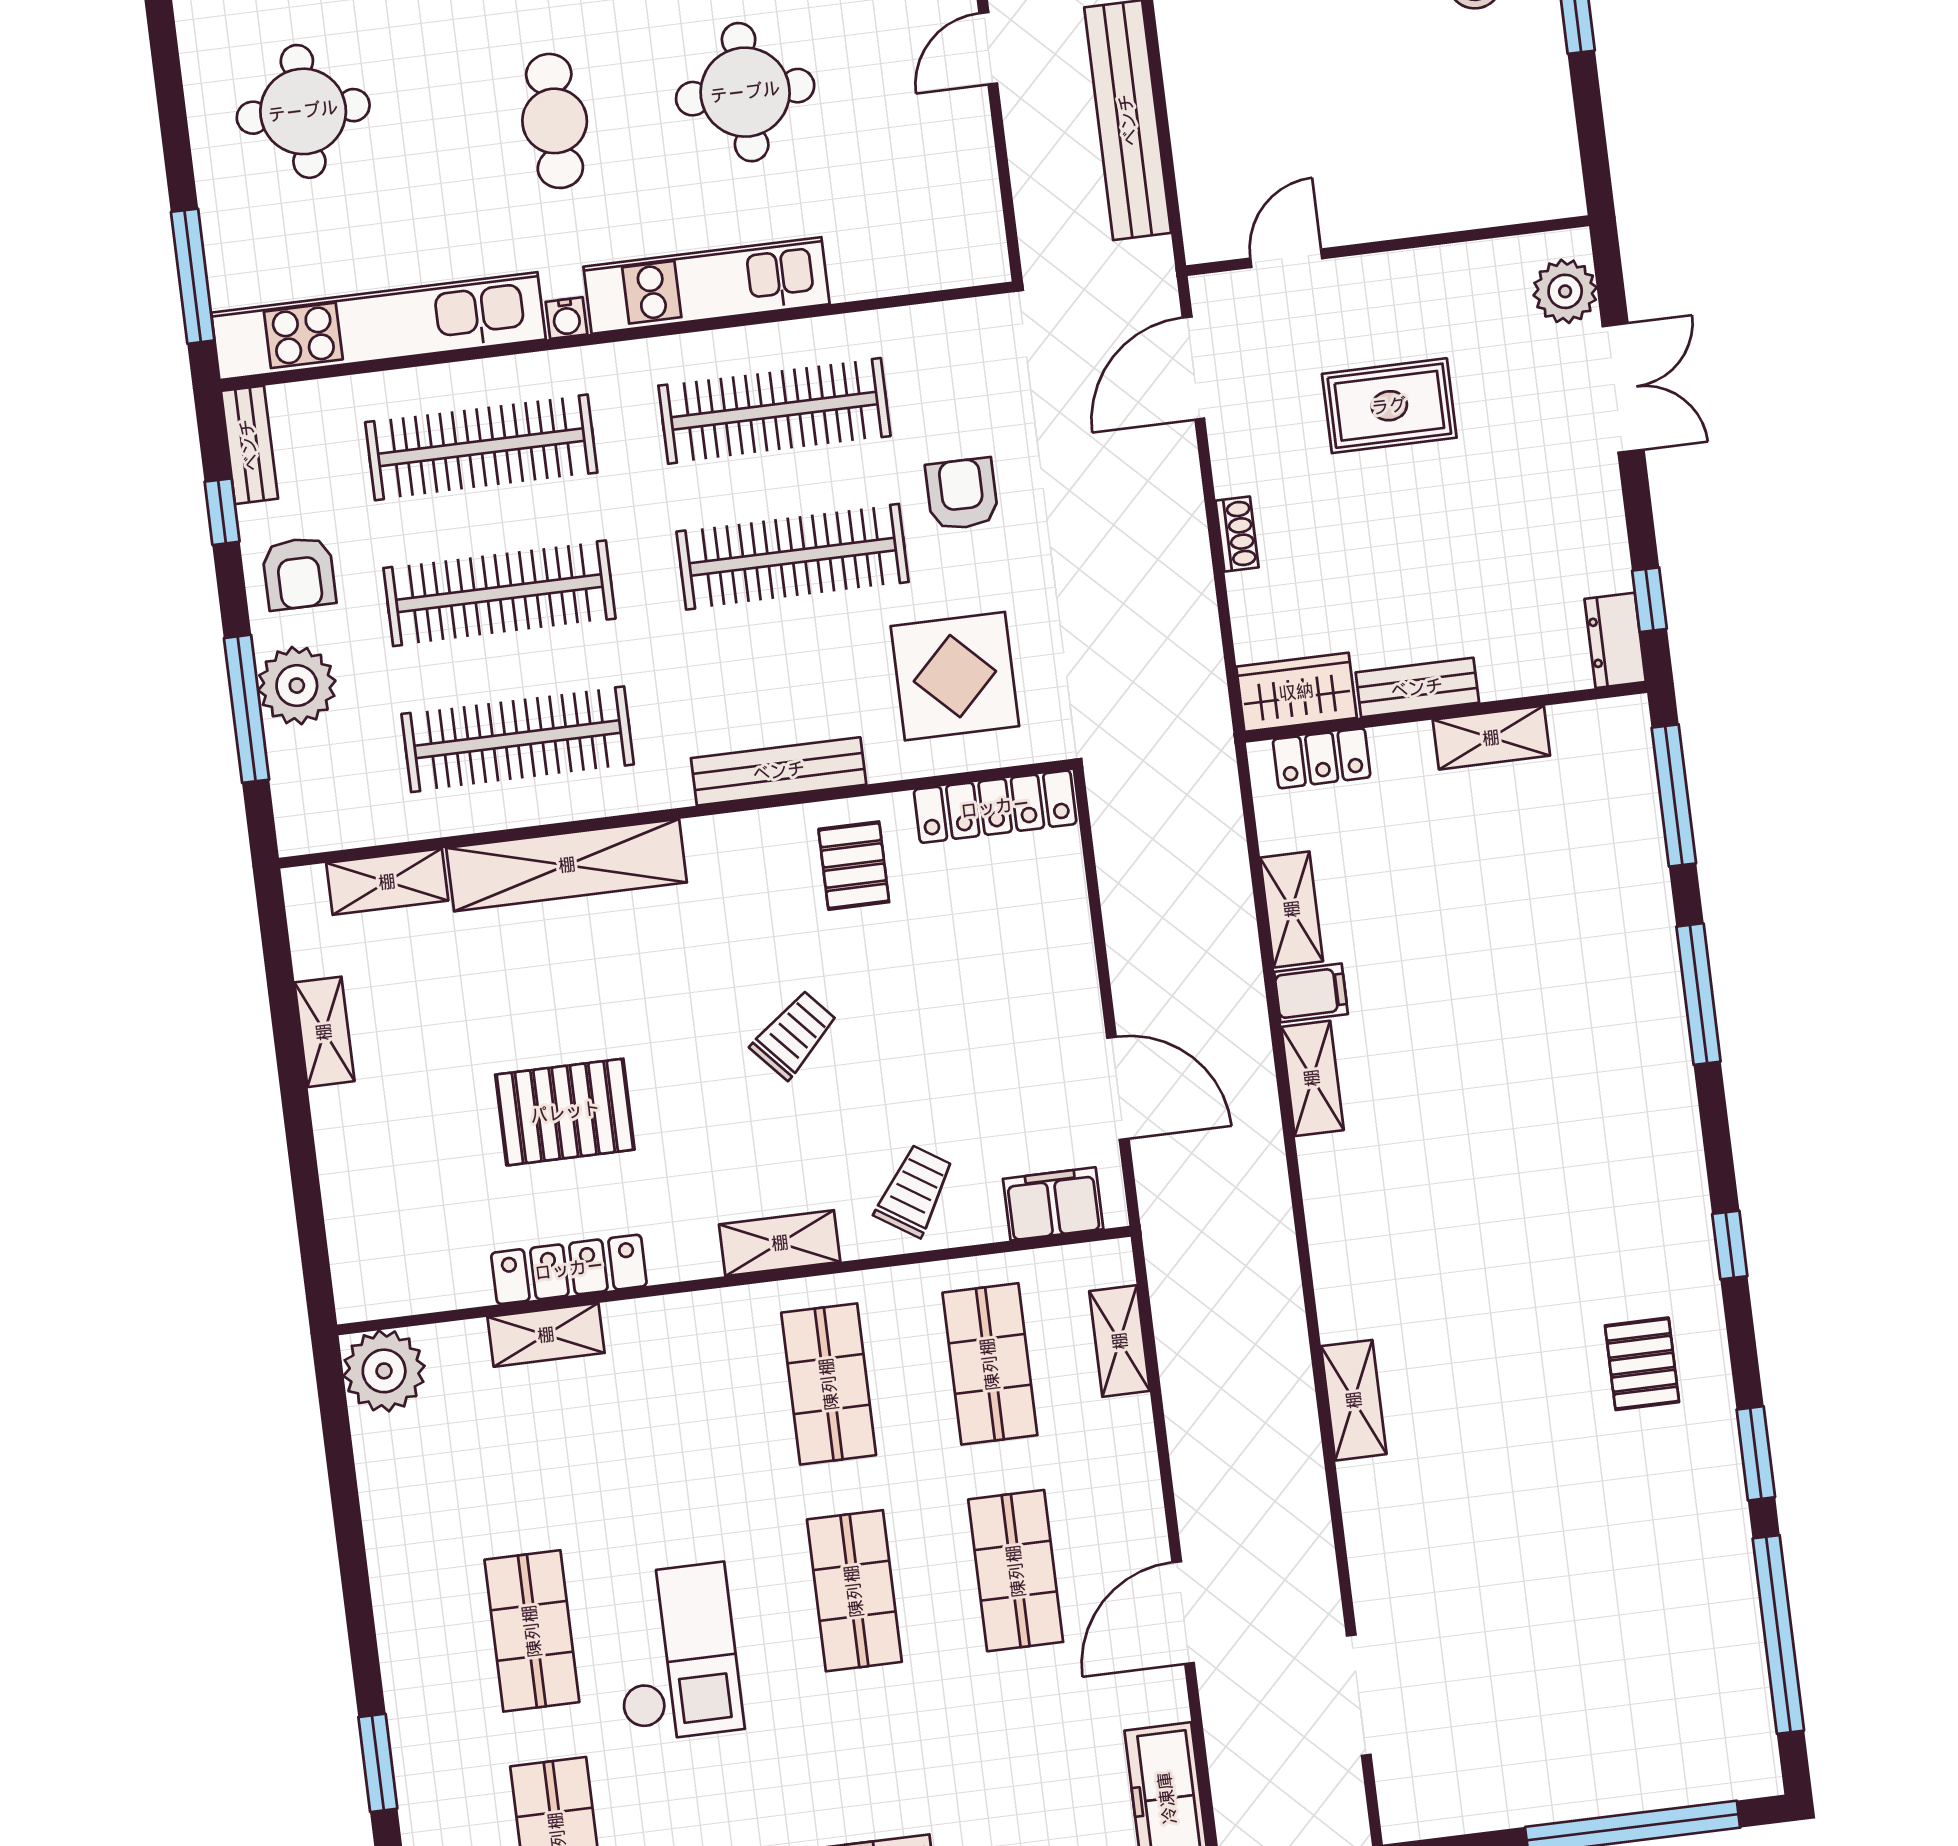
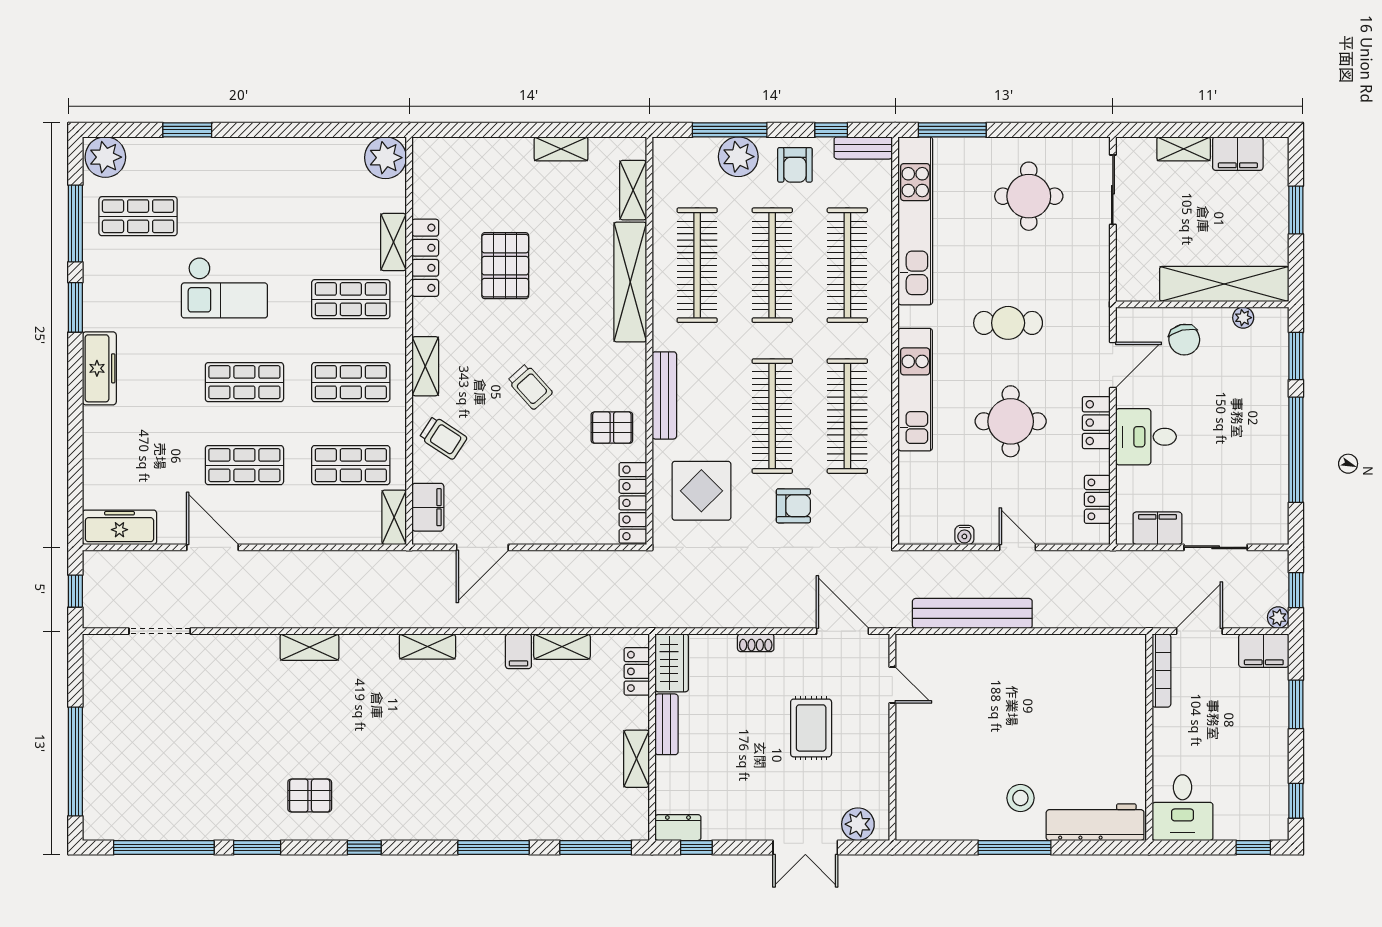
water cooler: (566, 318) -> (964, 535), moved, turned -90
armchair: (299, 573) -> (795, 165), turned -90
shelving: (1312, 1078) -> (427, 647), moved
shelving: (1120, 1341) -> (394, 517), moved, turned 90
shop shelf: (532, 1631) -> (351, 299), moved

